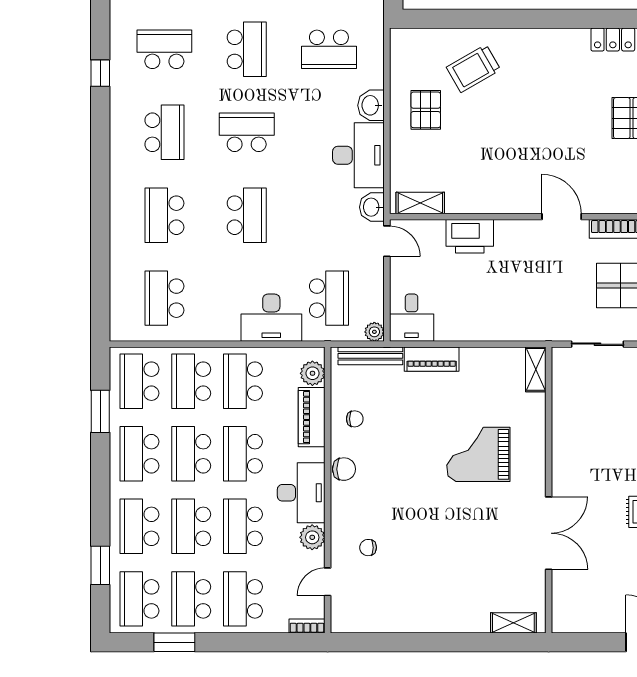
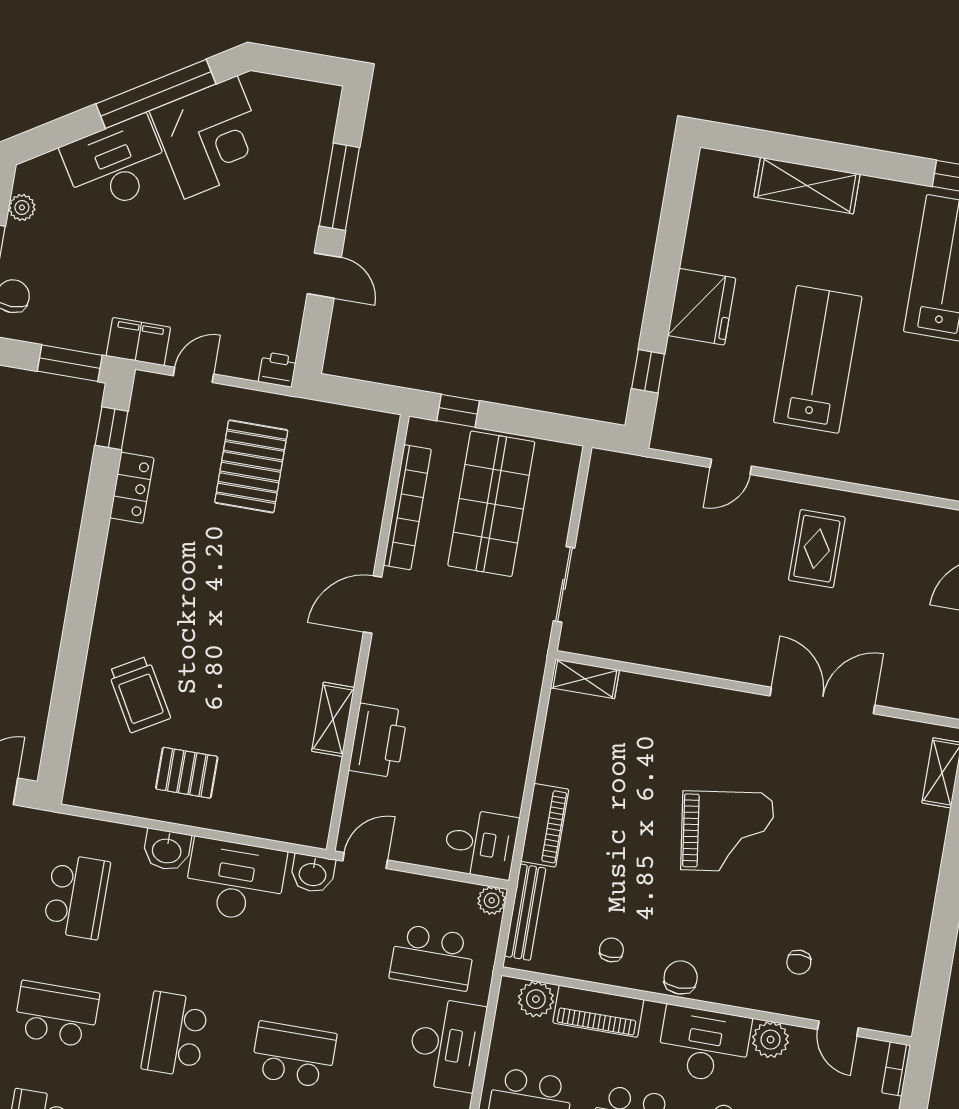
shelving: (420, 203) -> (333, 719), moved
school desk: (329, 298) -> (432, 957), turned 180
grand piano: (478, 454) -> (727, 831), moved, turned -98

